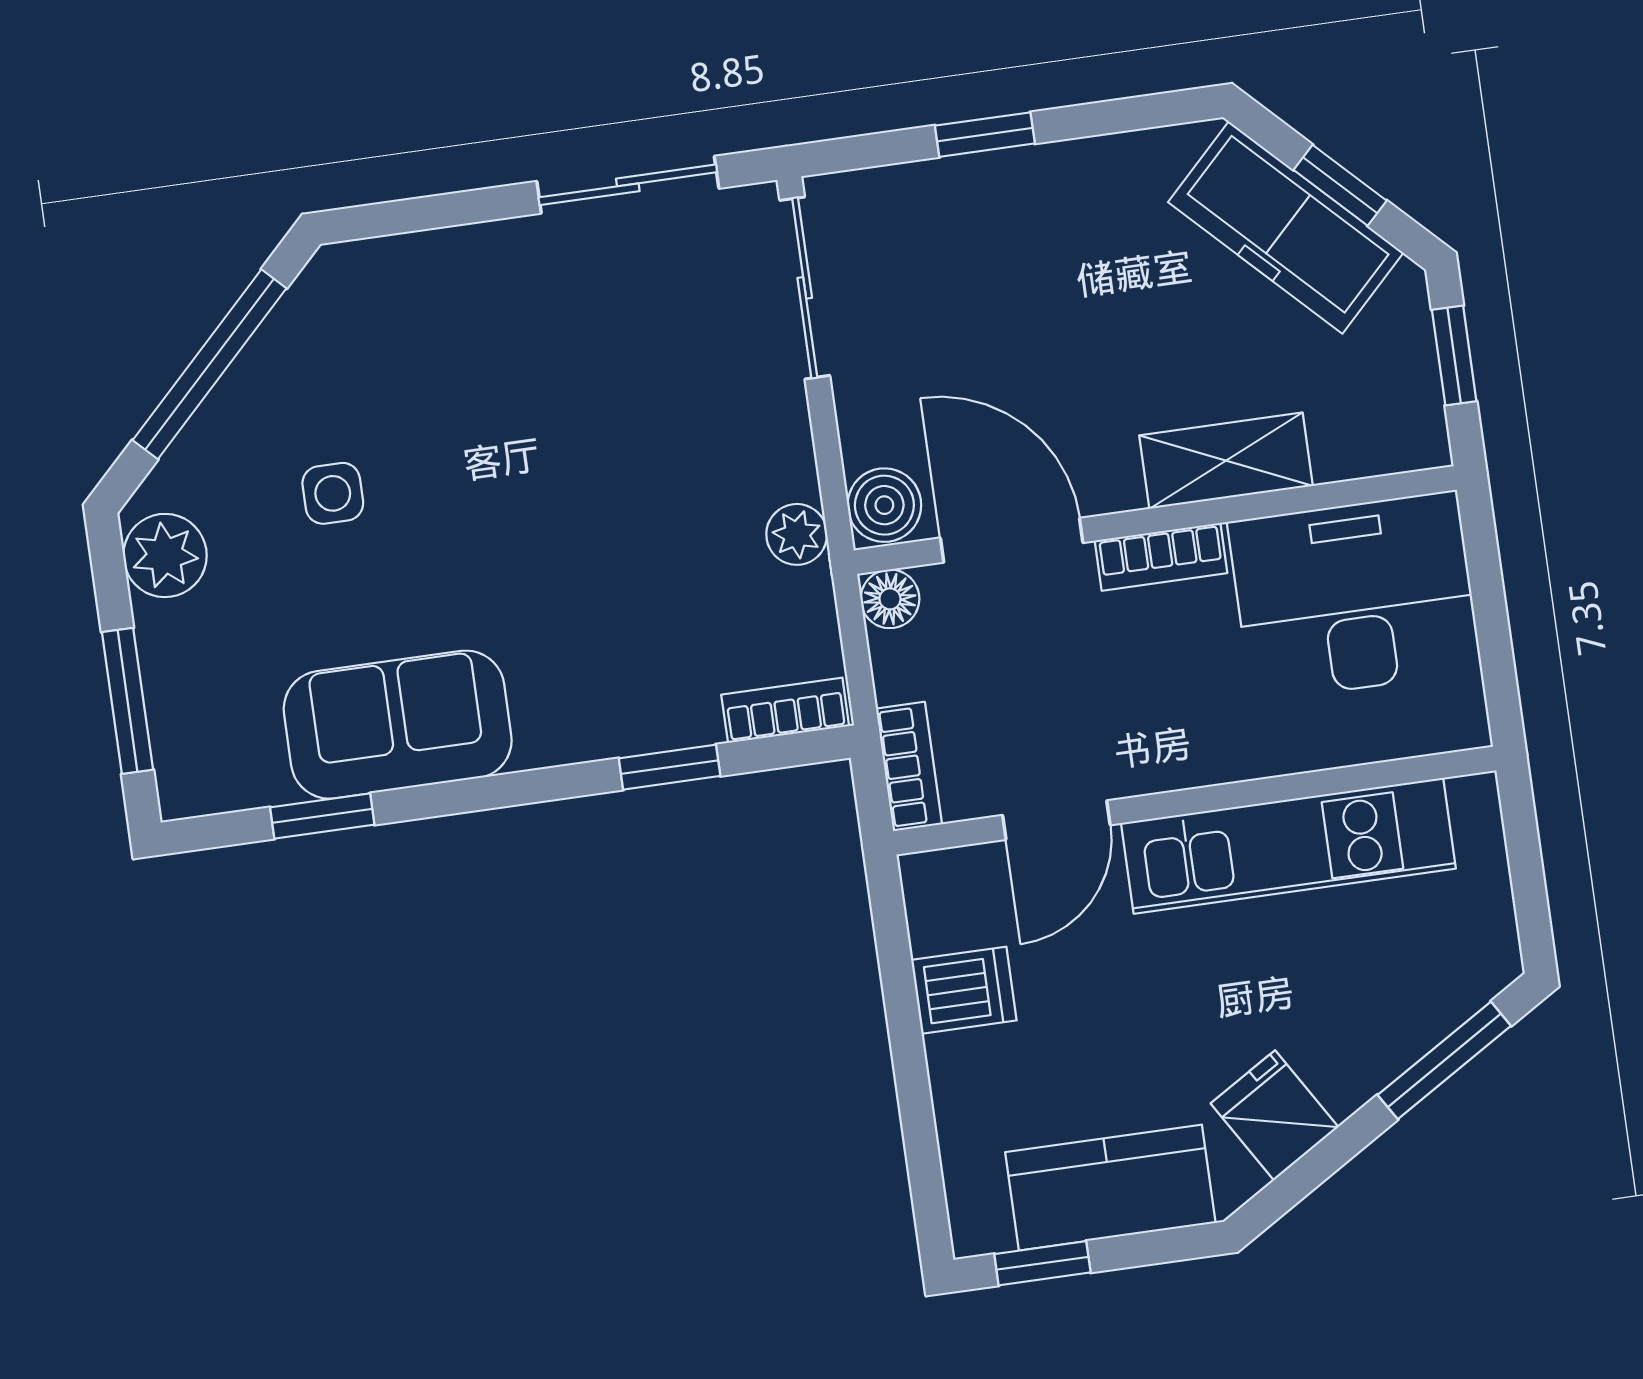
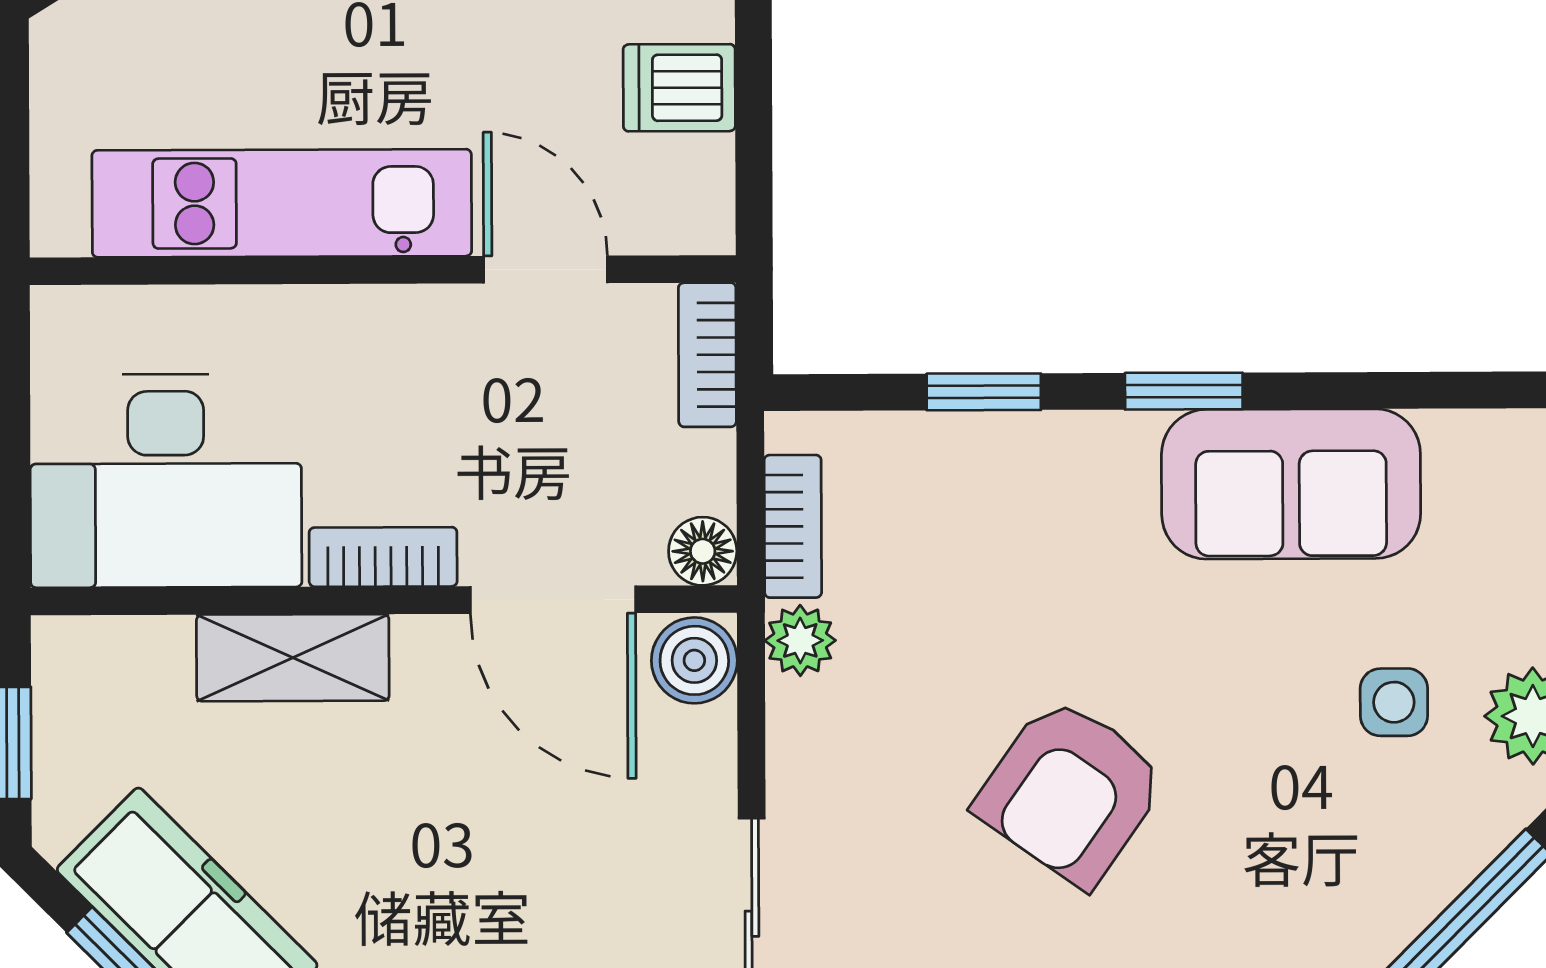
armchair: (549, 437) -> (1071, 792), added
side table: (333, 493) -> (1394, 702), moved
bookcase: (785, 710) -> (793, 526), moved, turned -90
window: (322, 816) -> (1184, 391), moved
door: (1056, 820) -> (546, 269), hinge flipped

